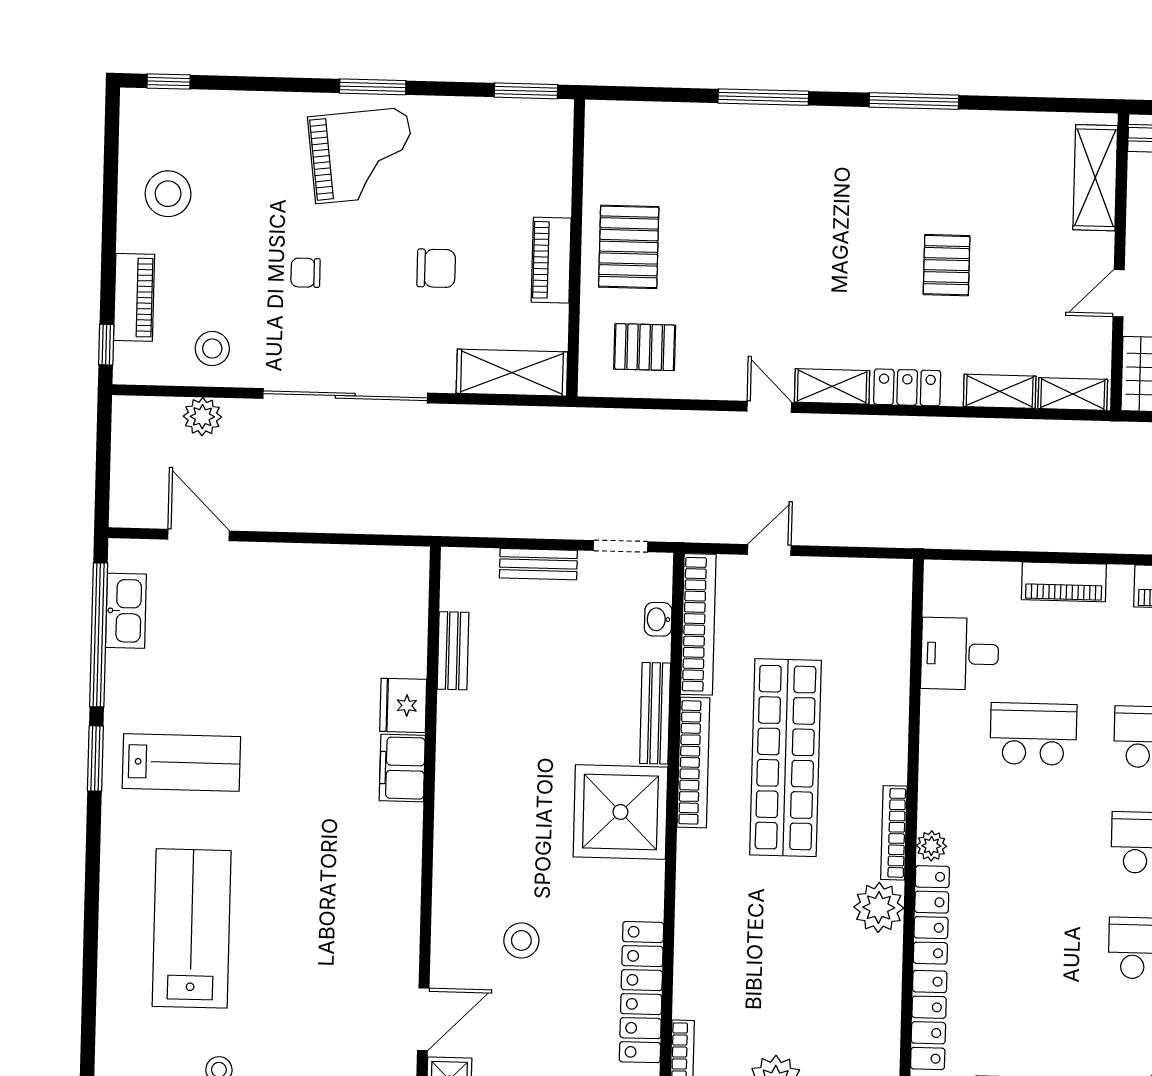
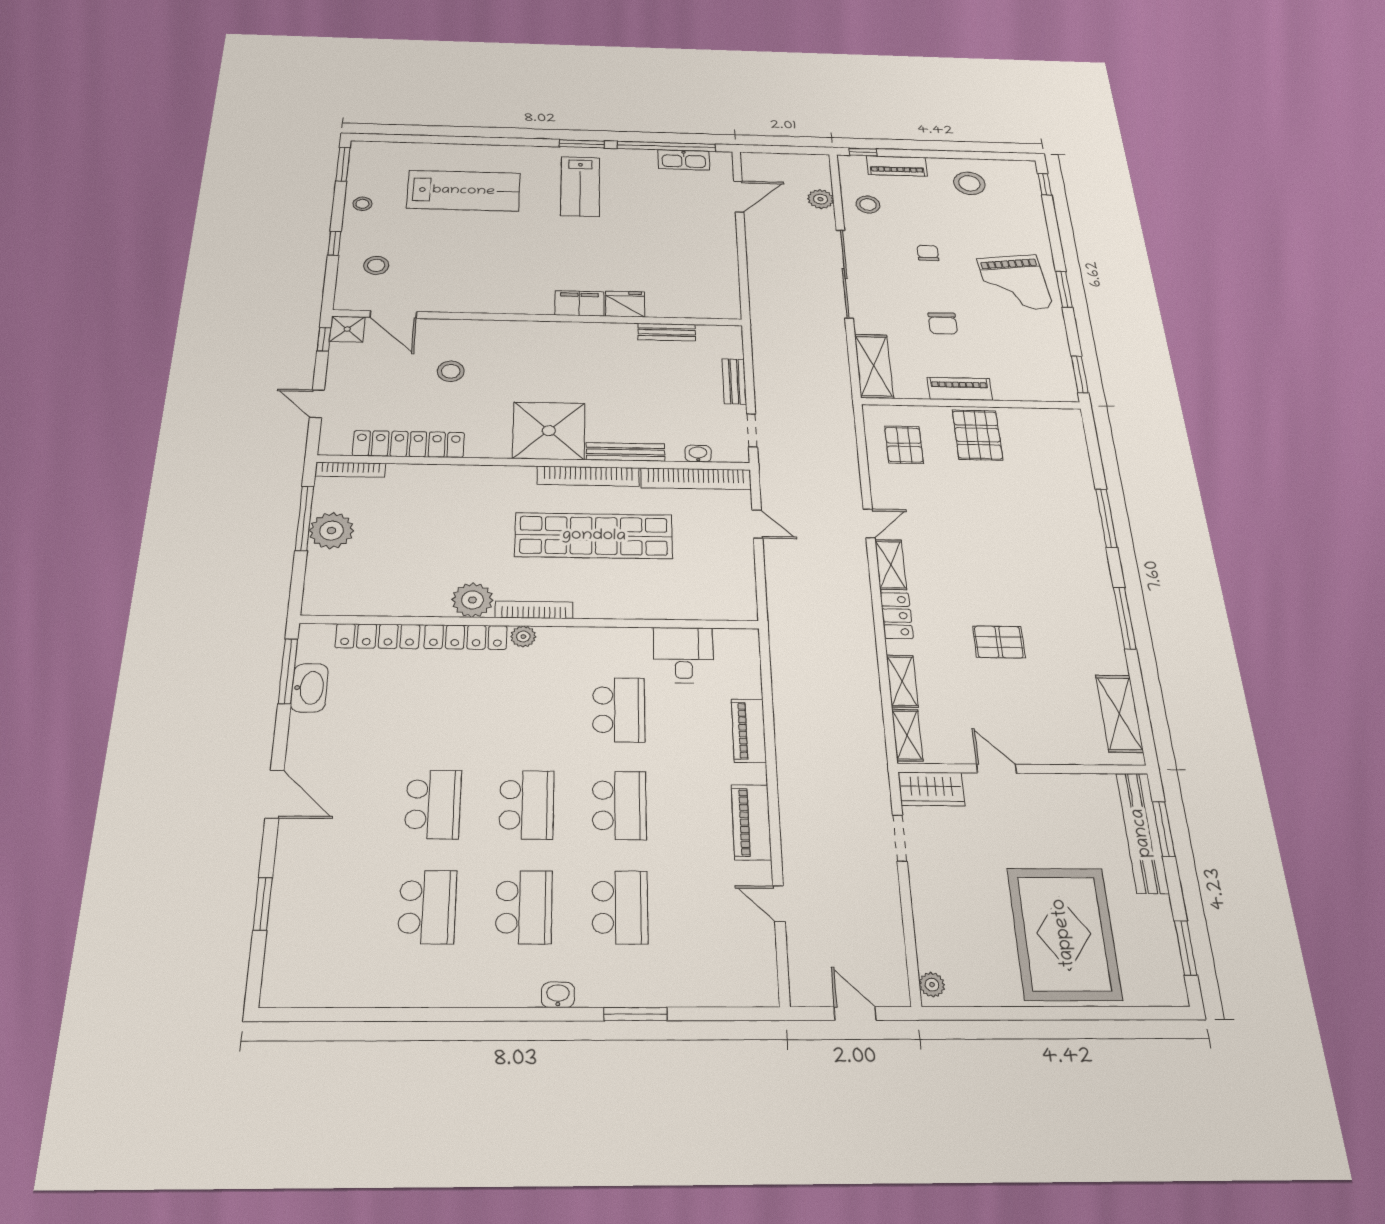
shelving: (1095, 178) -> (1119, 713), moved, turned 90
pallet: (629, 247) -> (977, 435), turned 90
stool: (335, 1046) -> (376, 265), added

